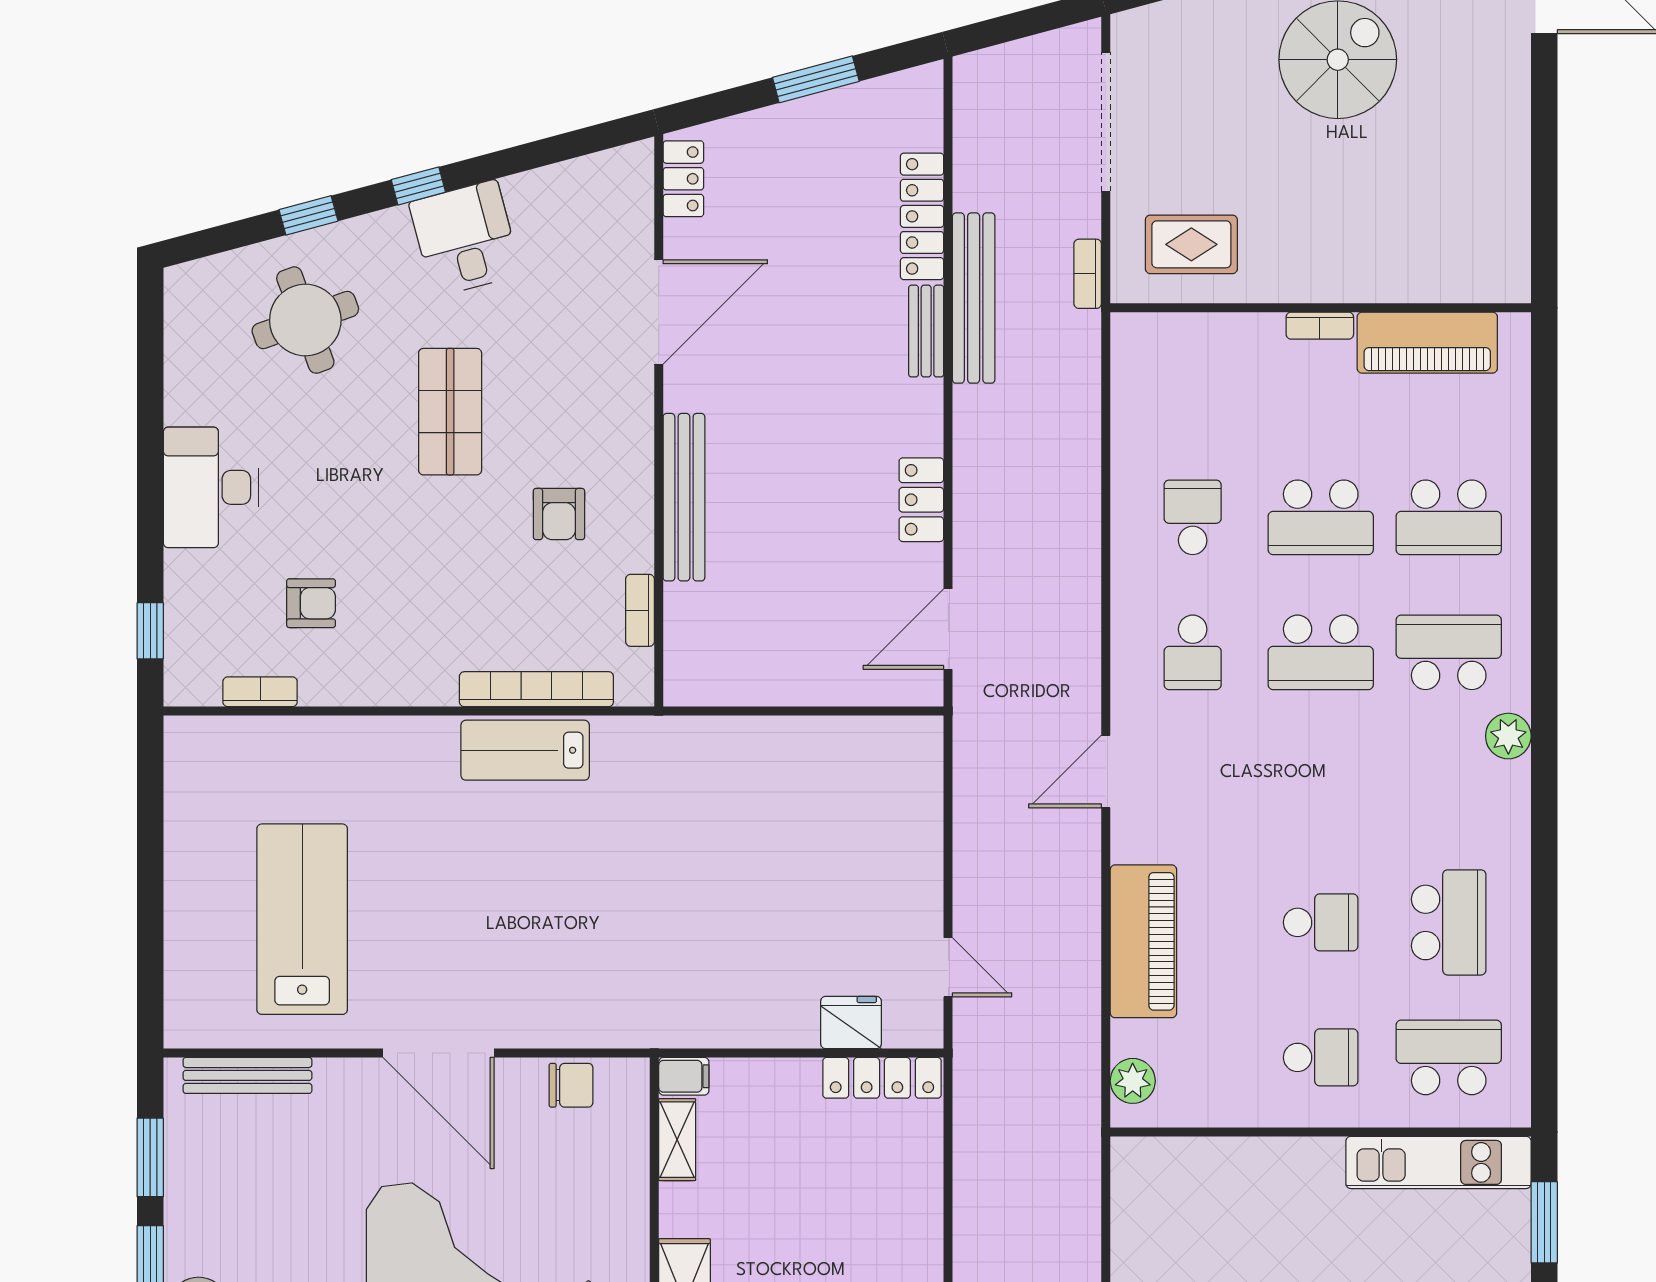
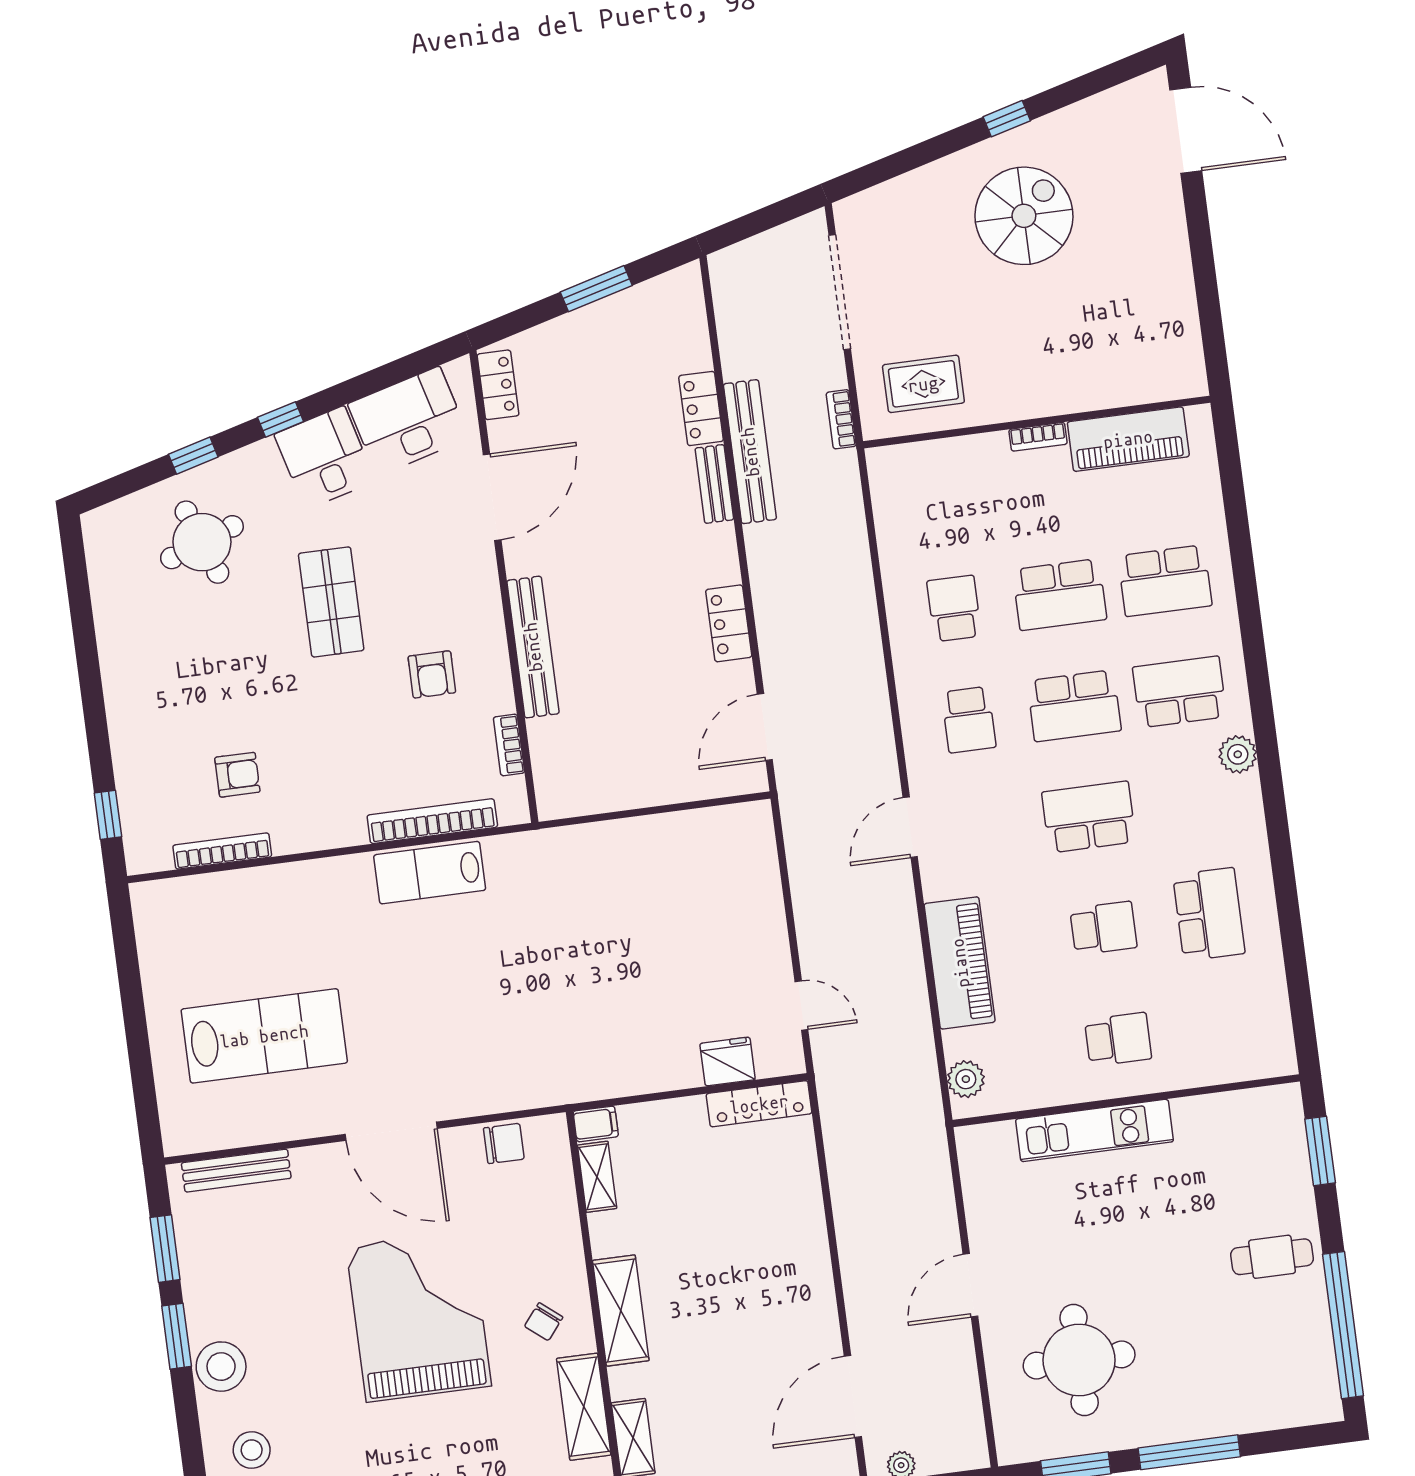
locker: (922, 216) -> (701, 408), width x0.66
desk: (211, 487) -> (408, 421), moved, turned 75
bookcase: (260, 692) -> (222, 851), width x1.56
lab bench: (302, 919) -> (264, 1036), turned 90
school desk: (1449, 1057) -> (1089, 817), moved
kitchen unit: (1438, 1162) -> (1094, 1130), moved

